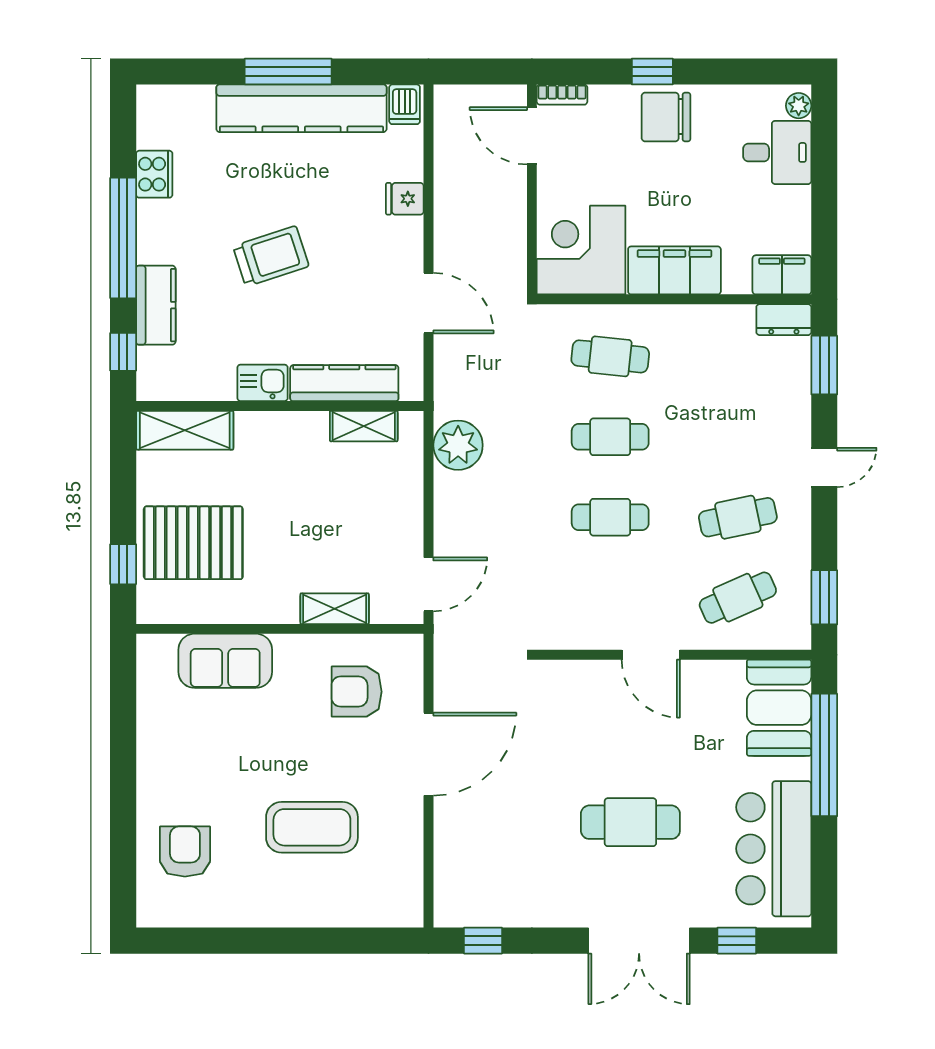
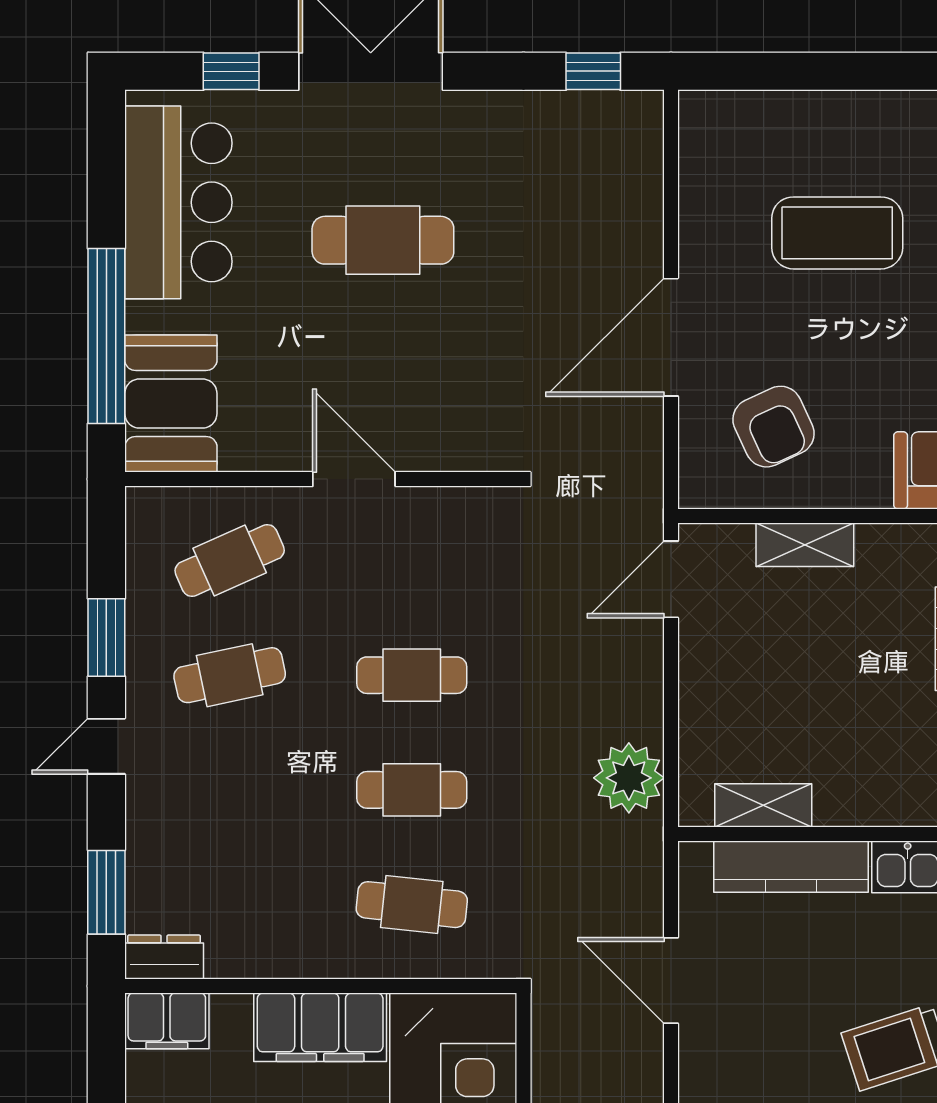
window: (824, 597) -> (106, 638), moved
armchair: (357, 692) -> (773, 427), turned 65

